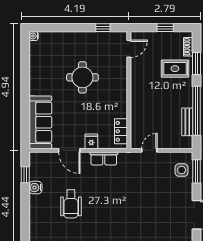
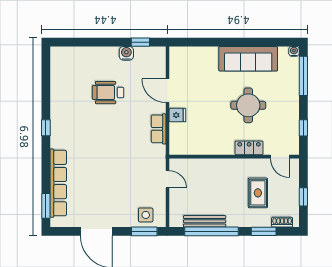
window: (56, 28) -> (303, 76), added
rug: (175, 69) -> (258, 193), moved
sofa: (40, 122) -> (248, 59), moved
bench: (187, 122) -> (205, 221), width x1.36
locker: (121, 131) -> (249, 148), moved
door: (69, 150) -> (168, 91), hinge flipped

